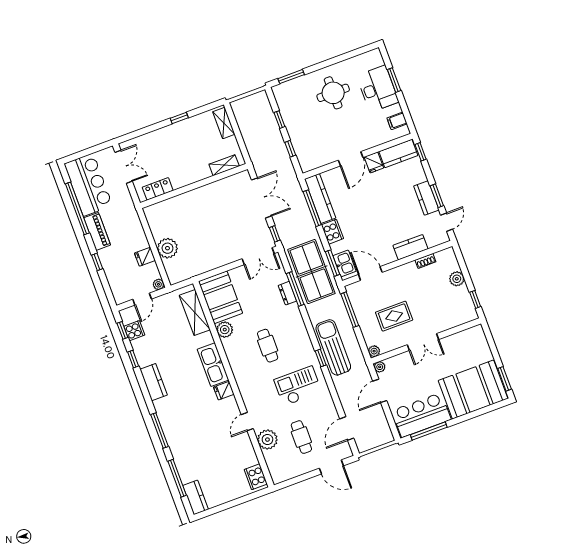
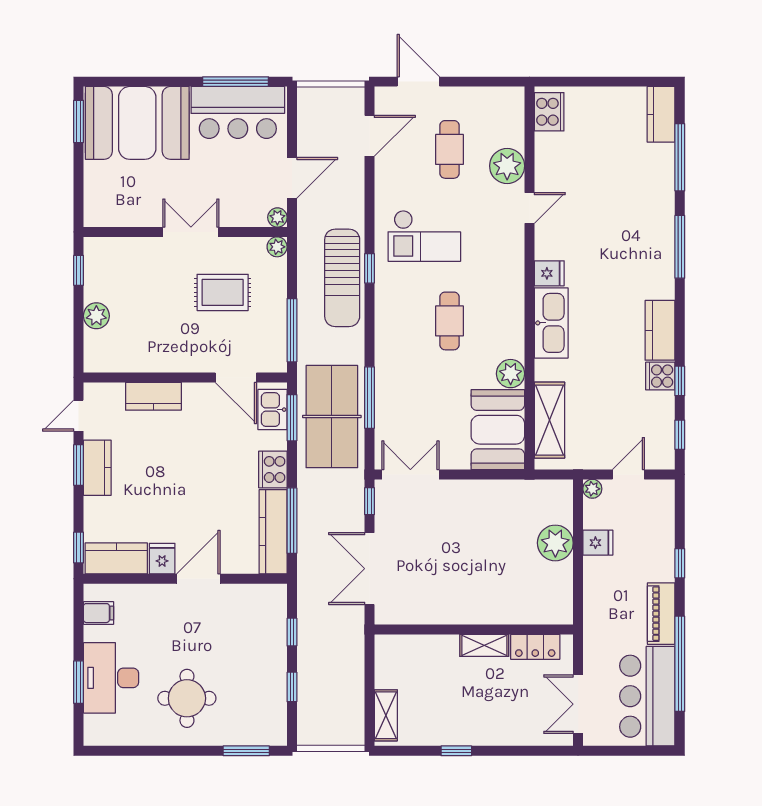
shelving: (224, 165) -> (484, 645), moved
shoe rack: (425, 261) -> (137, 364), removed
dresser: (287, 293) -> (385, 396), removed
cooker: (134, 331) -> (660, 376), moved

